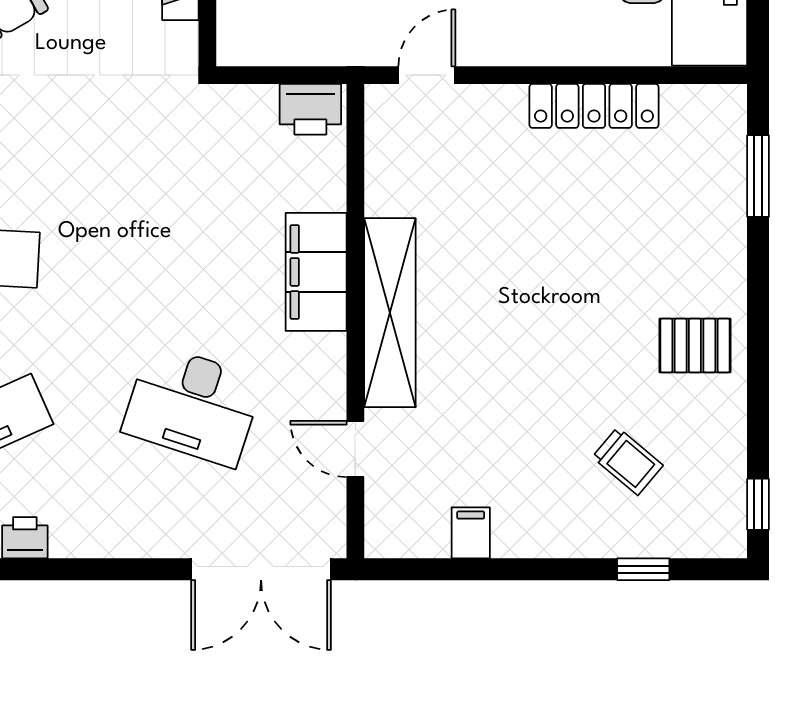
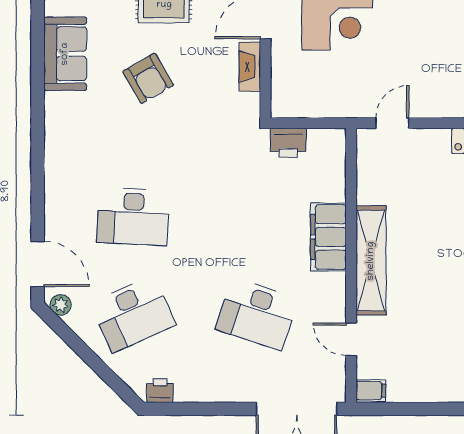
printer: (310, 109) -> (288, 143), moved
filing cabinet: (471, 533) -> (371, 391), moved, turned 90

